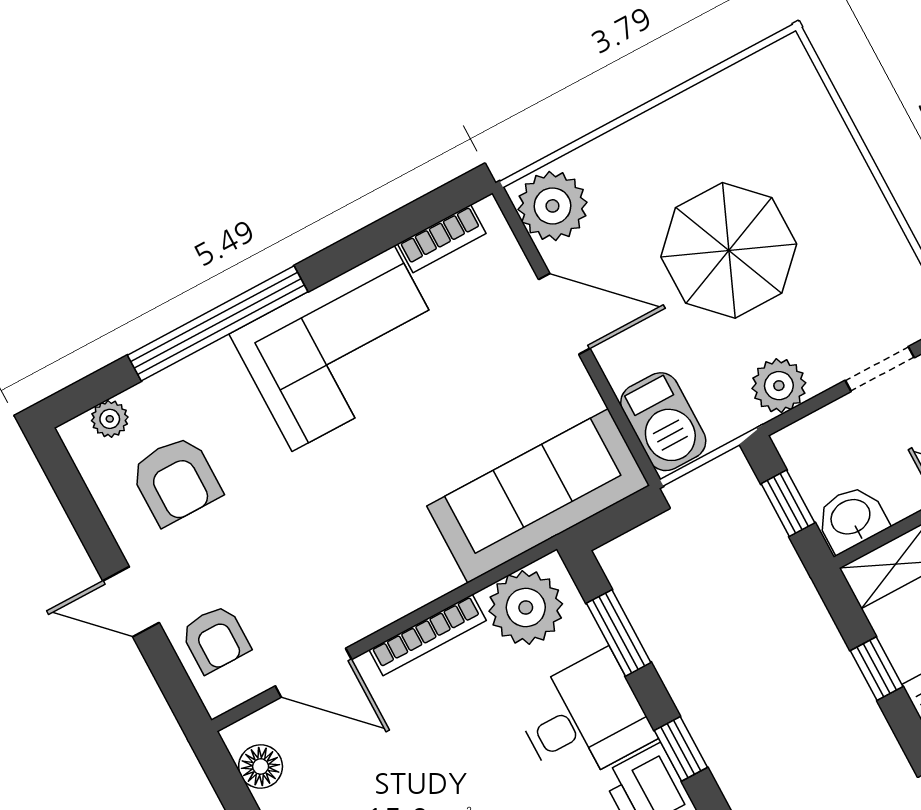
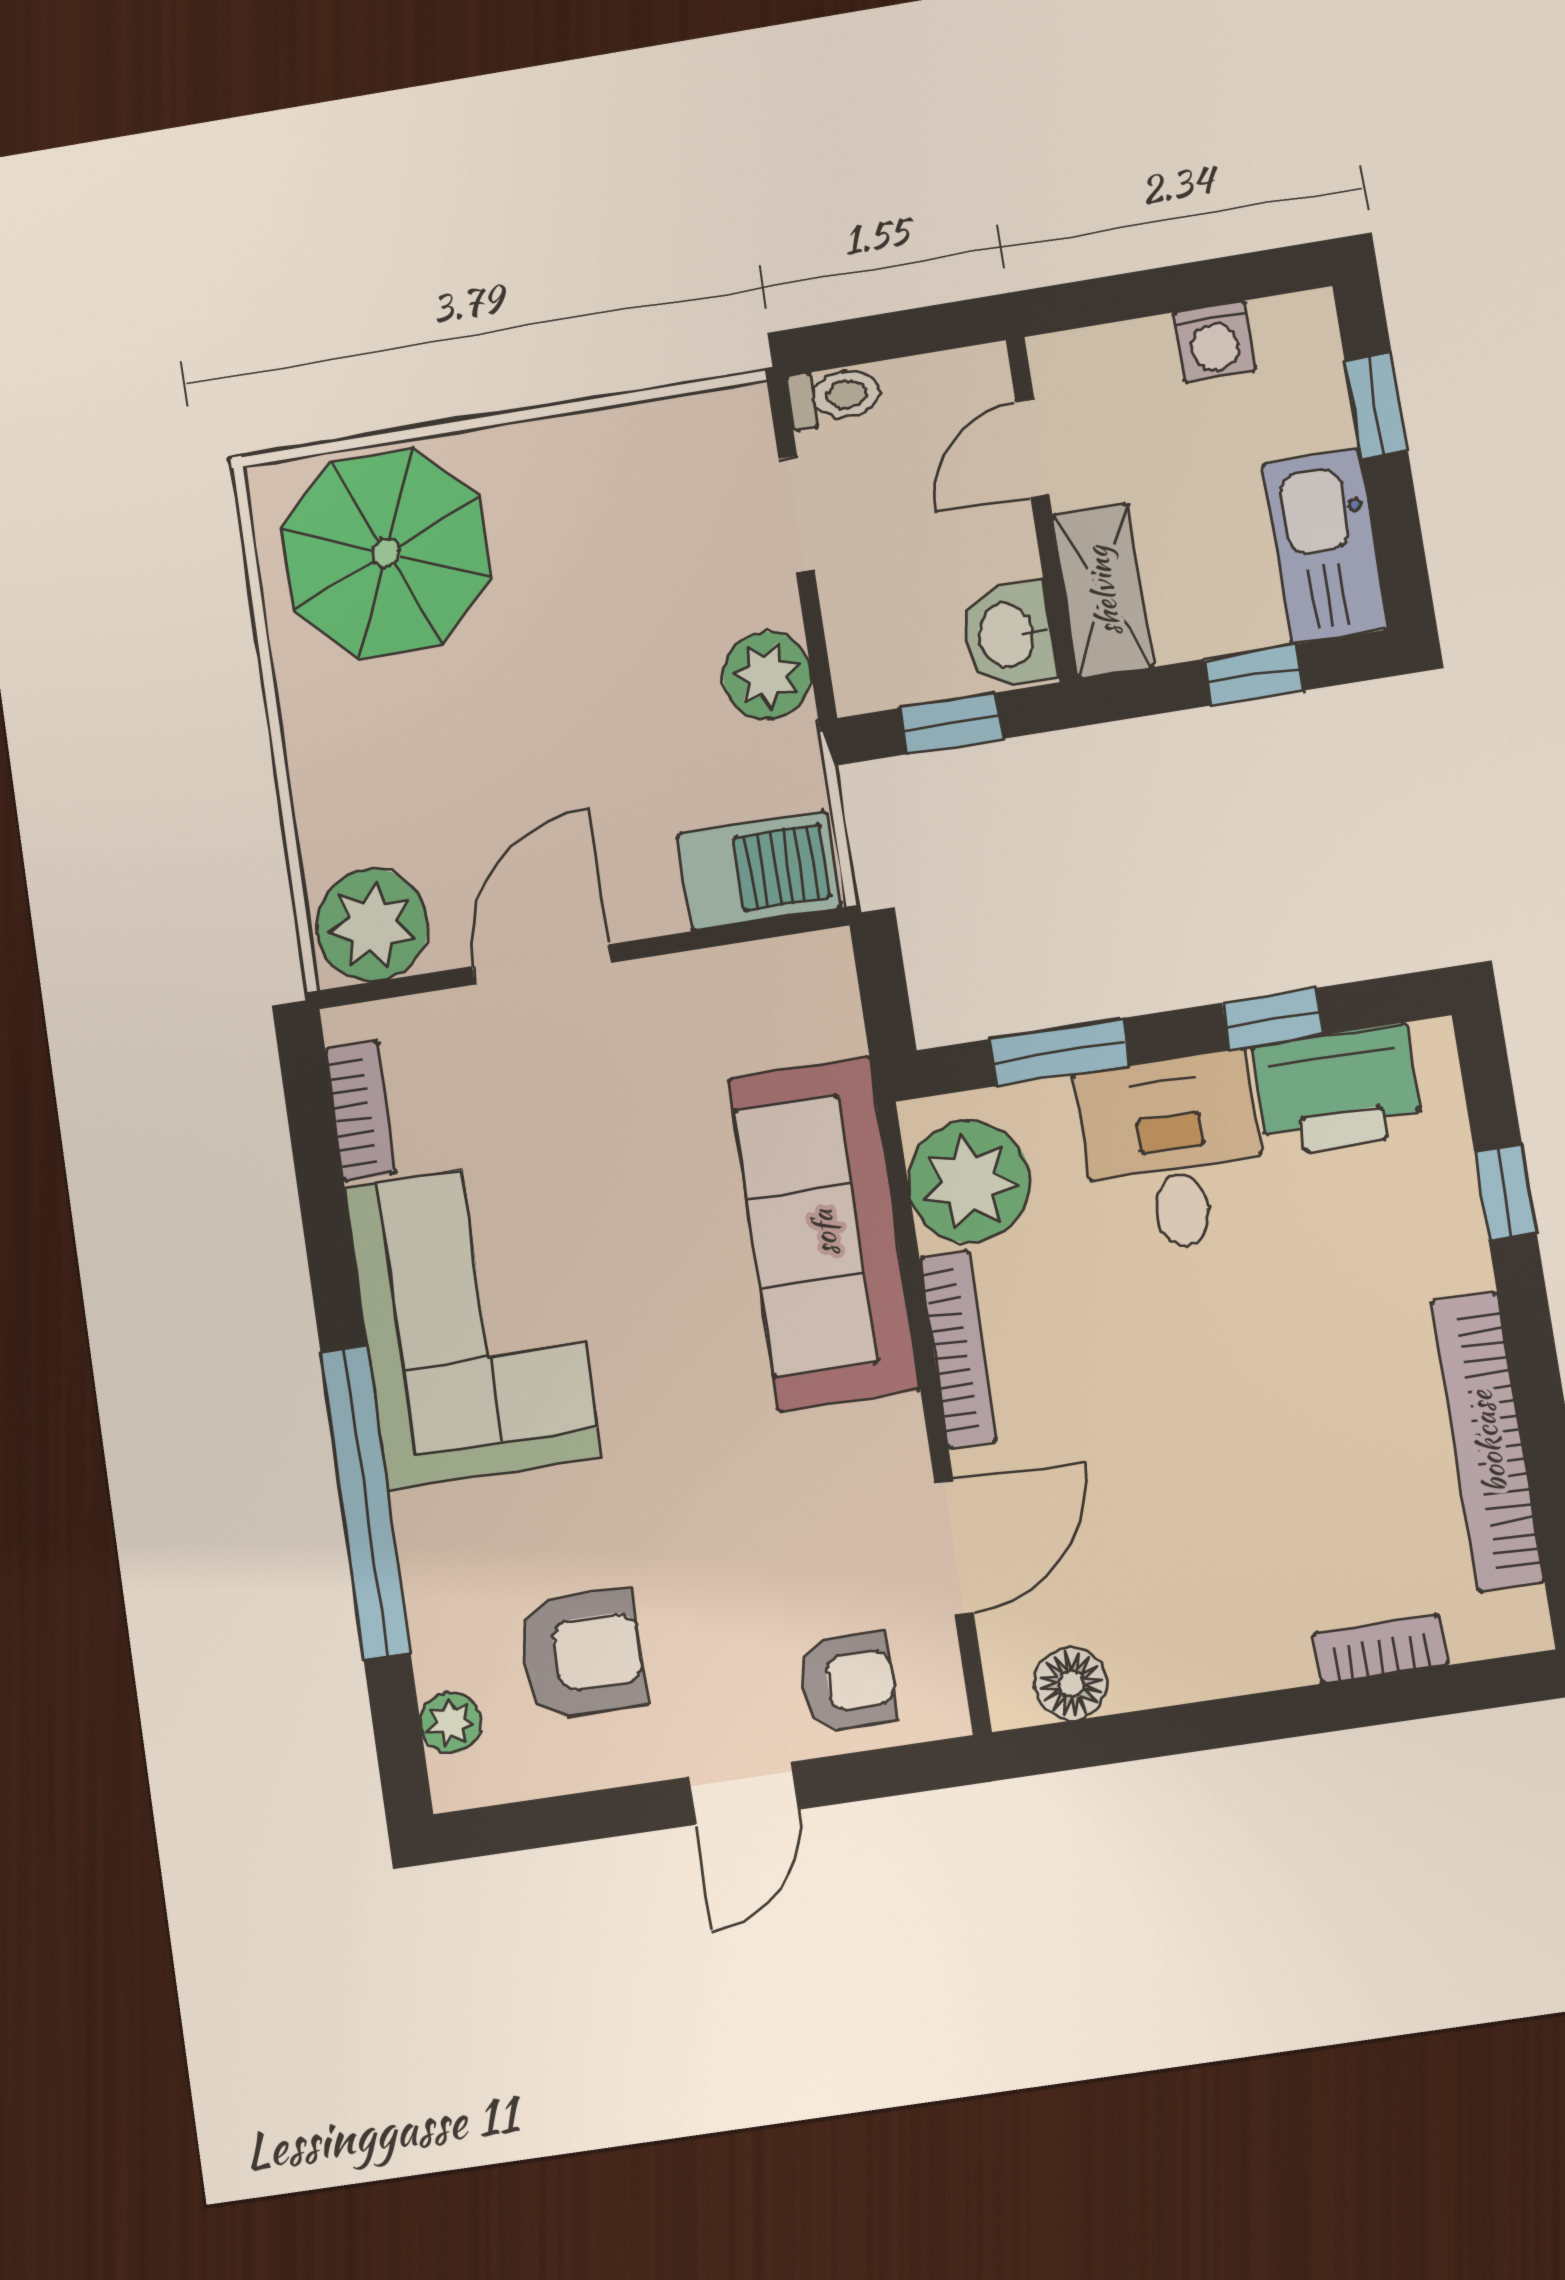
parasol: (729, 250) -> (386, 553), moved
sofa: (538, 496) -> (824, 1233), moved

